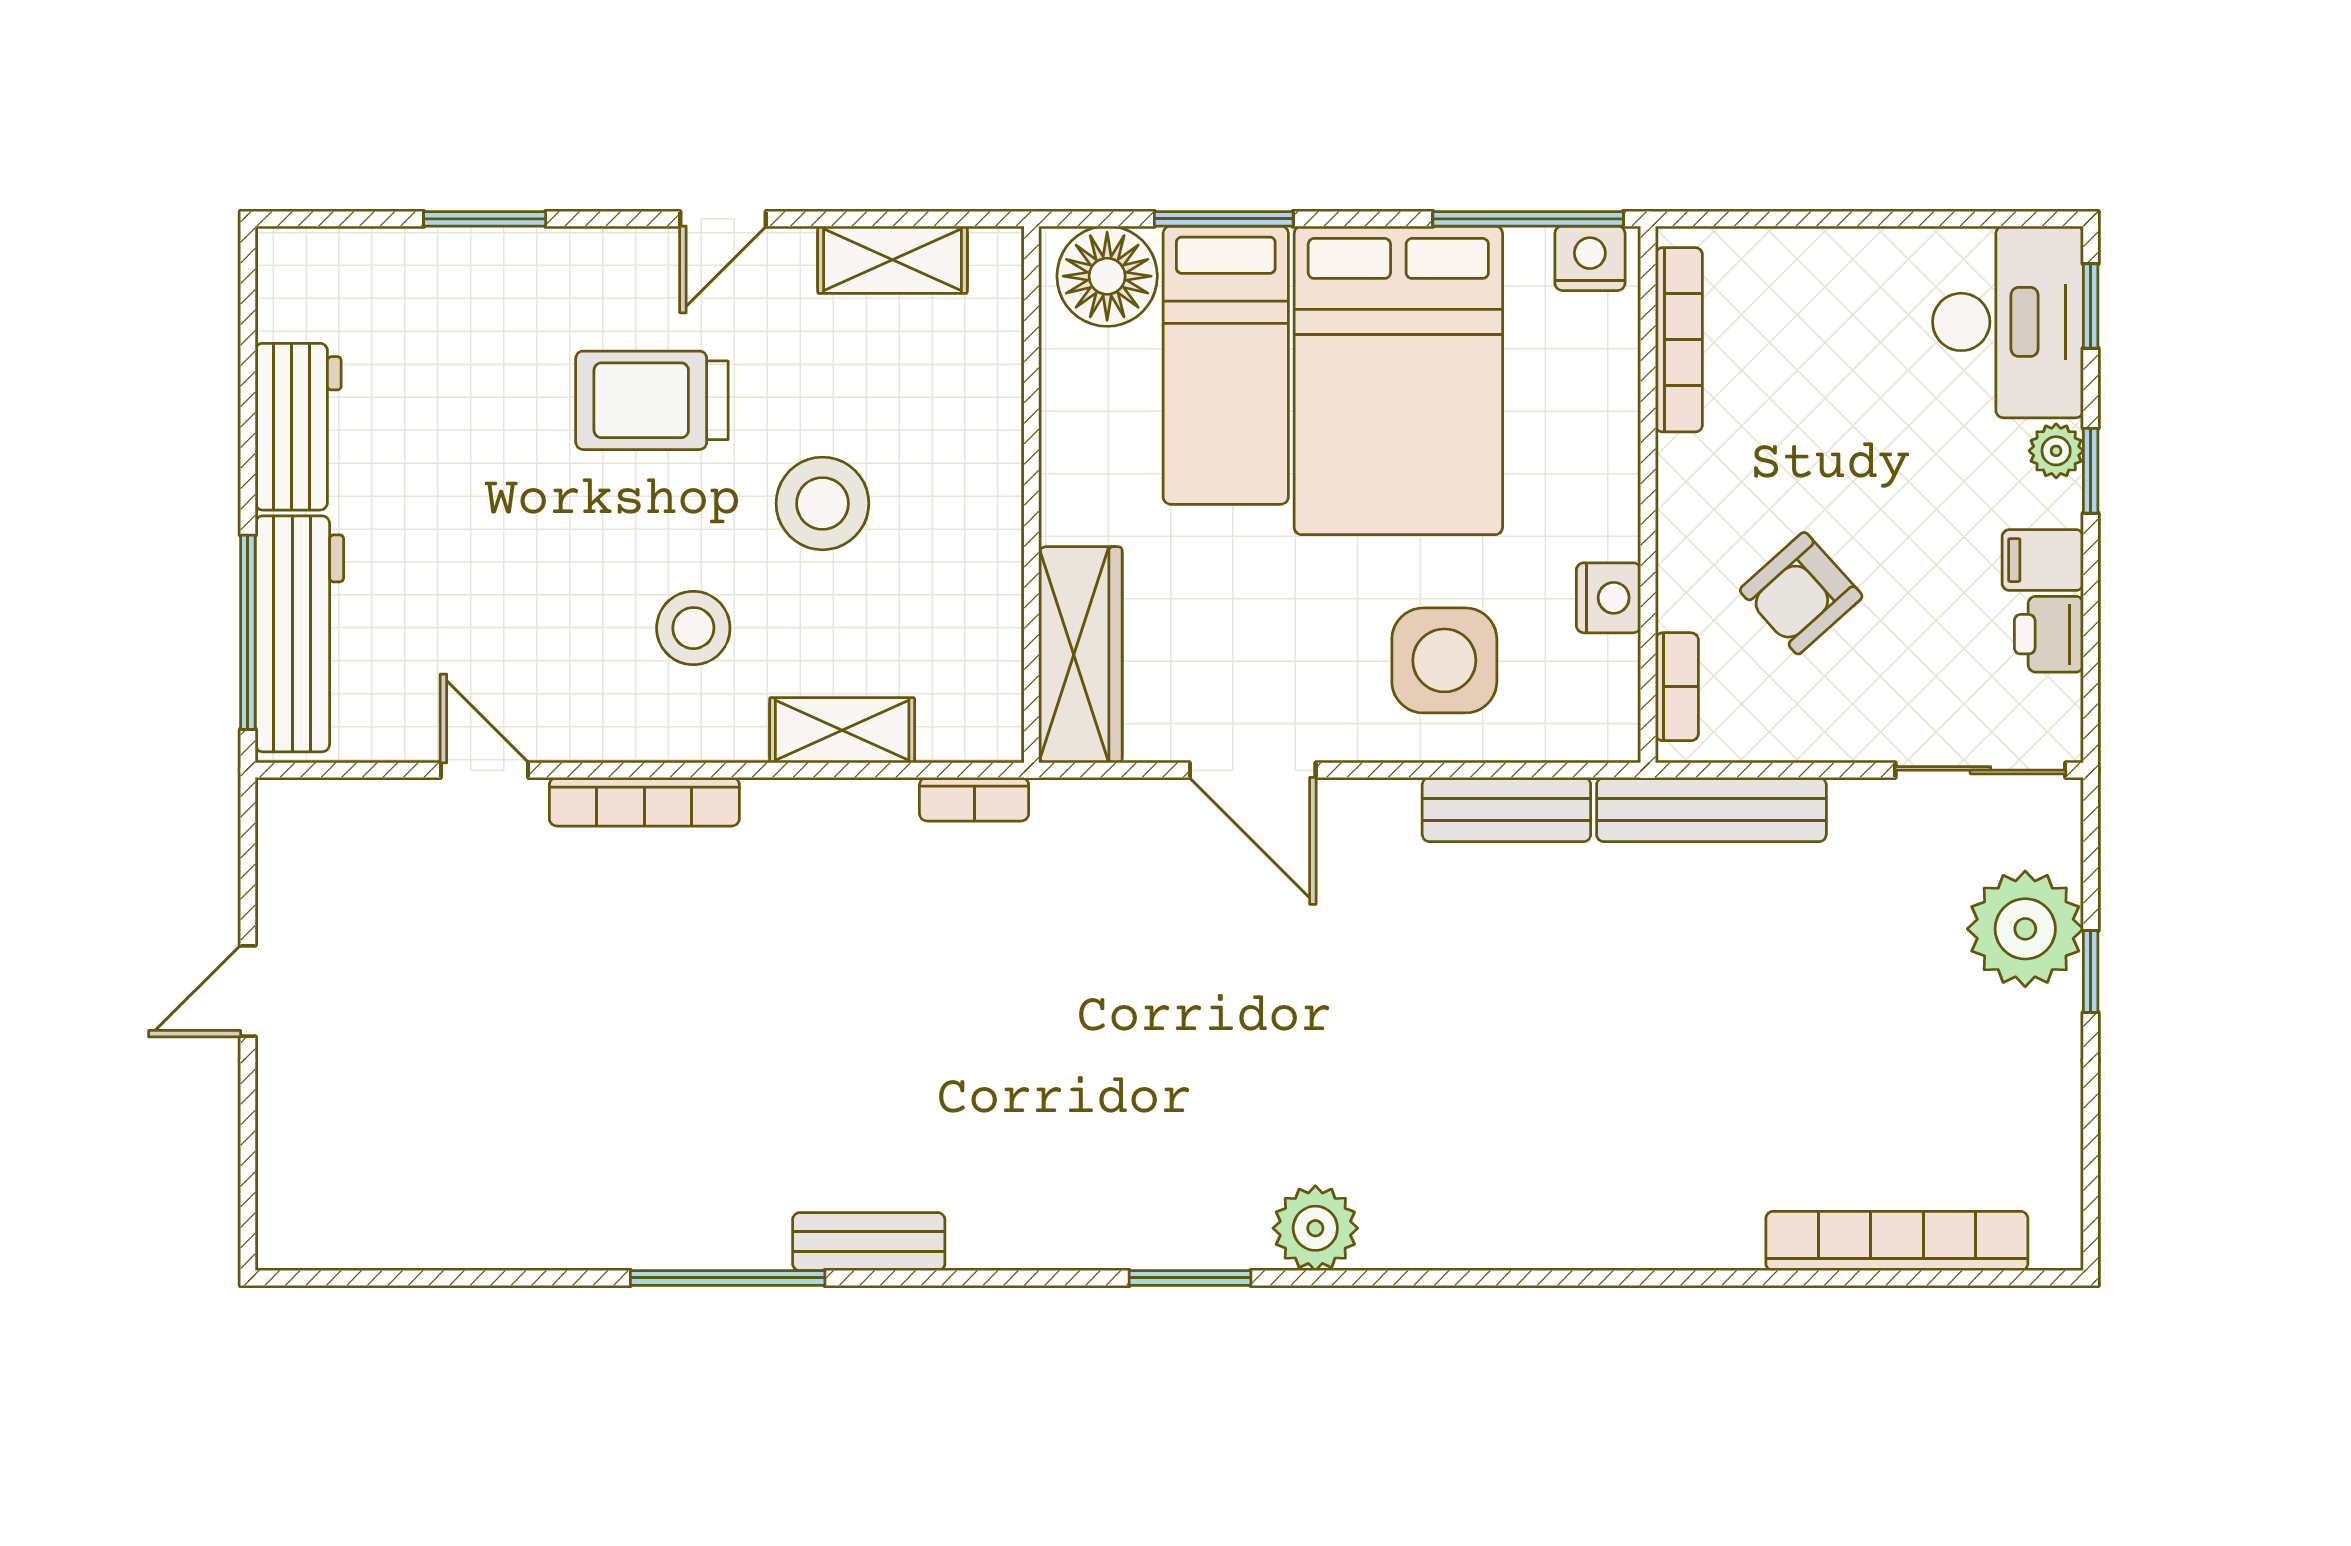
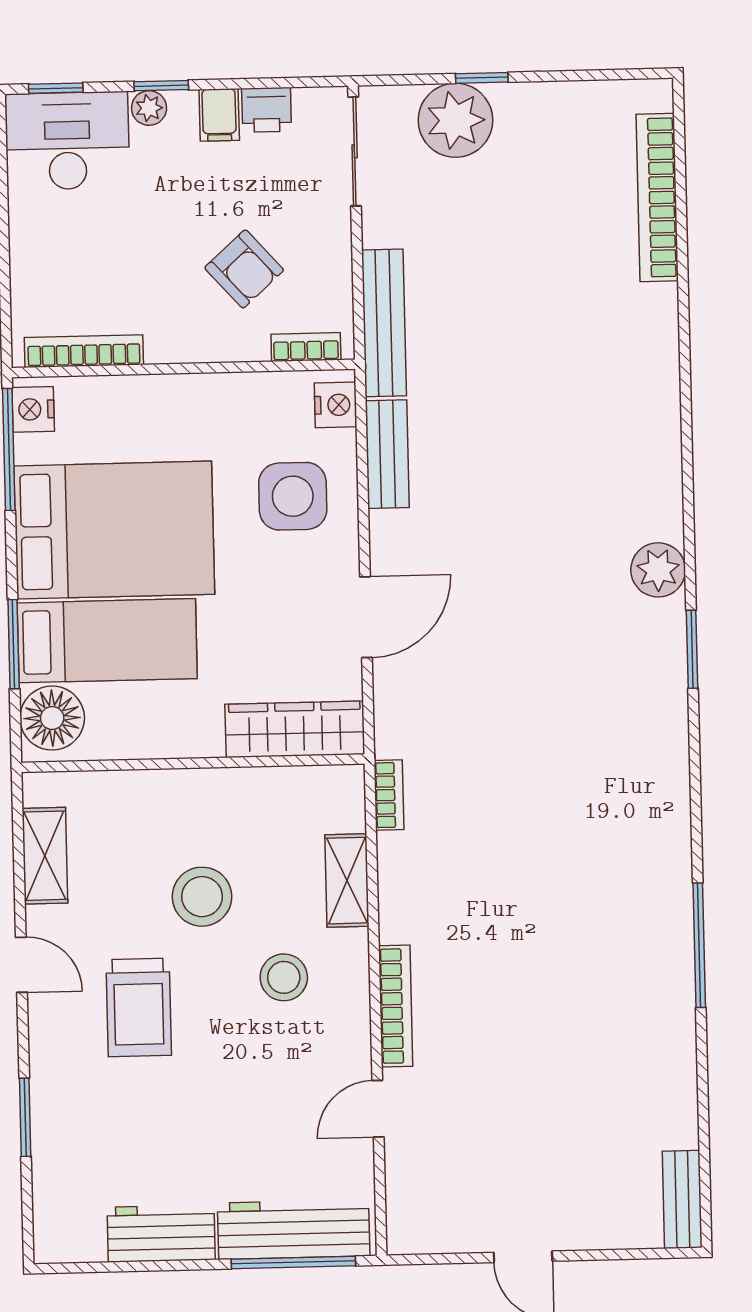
nightstand: (1609, 598) -> (336, 405), moved, turned 90
bench: (869, 1242) -> (682, 1199), moved

